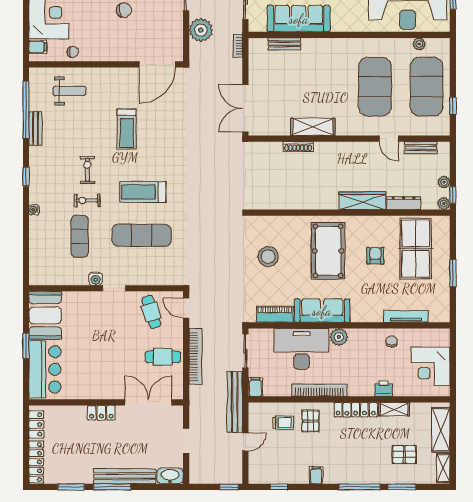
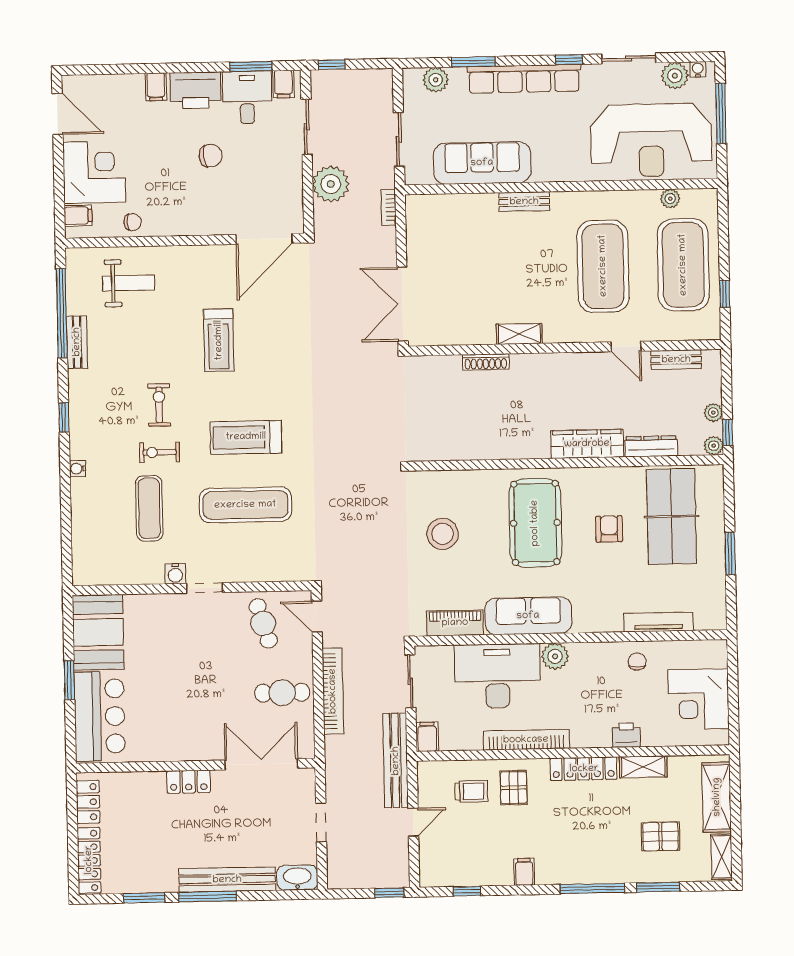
bench: (284, 44) -> (524, 202), moved
shelving: (313, 127) -> (519, 334), width x0.67, depth x0.75

